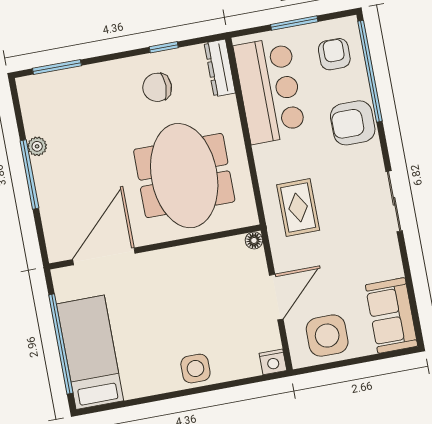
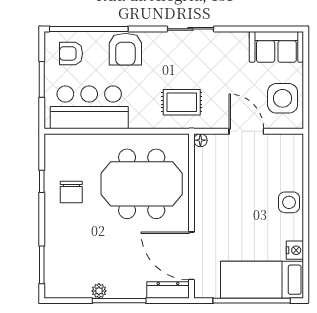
dresser: (220, 68) -> (168, 290), moved, turned 180
nightstand: (273, 362) -> (295, 250), moved

